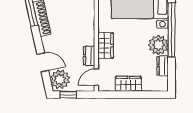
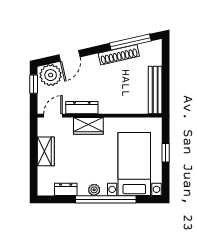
plant: (158, 45) -> (94, 190), width x0.53, depth x0.53
dresser: (89, 56) -> (82, 108), width x1.44
door: (96, 77) -> (53, 116), hinge flipped

